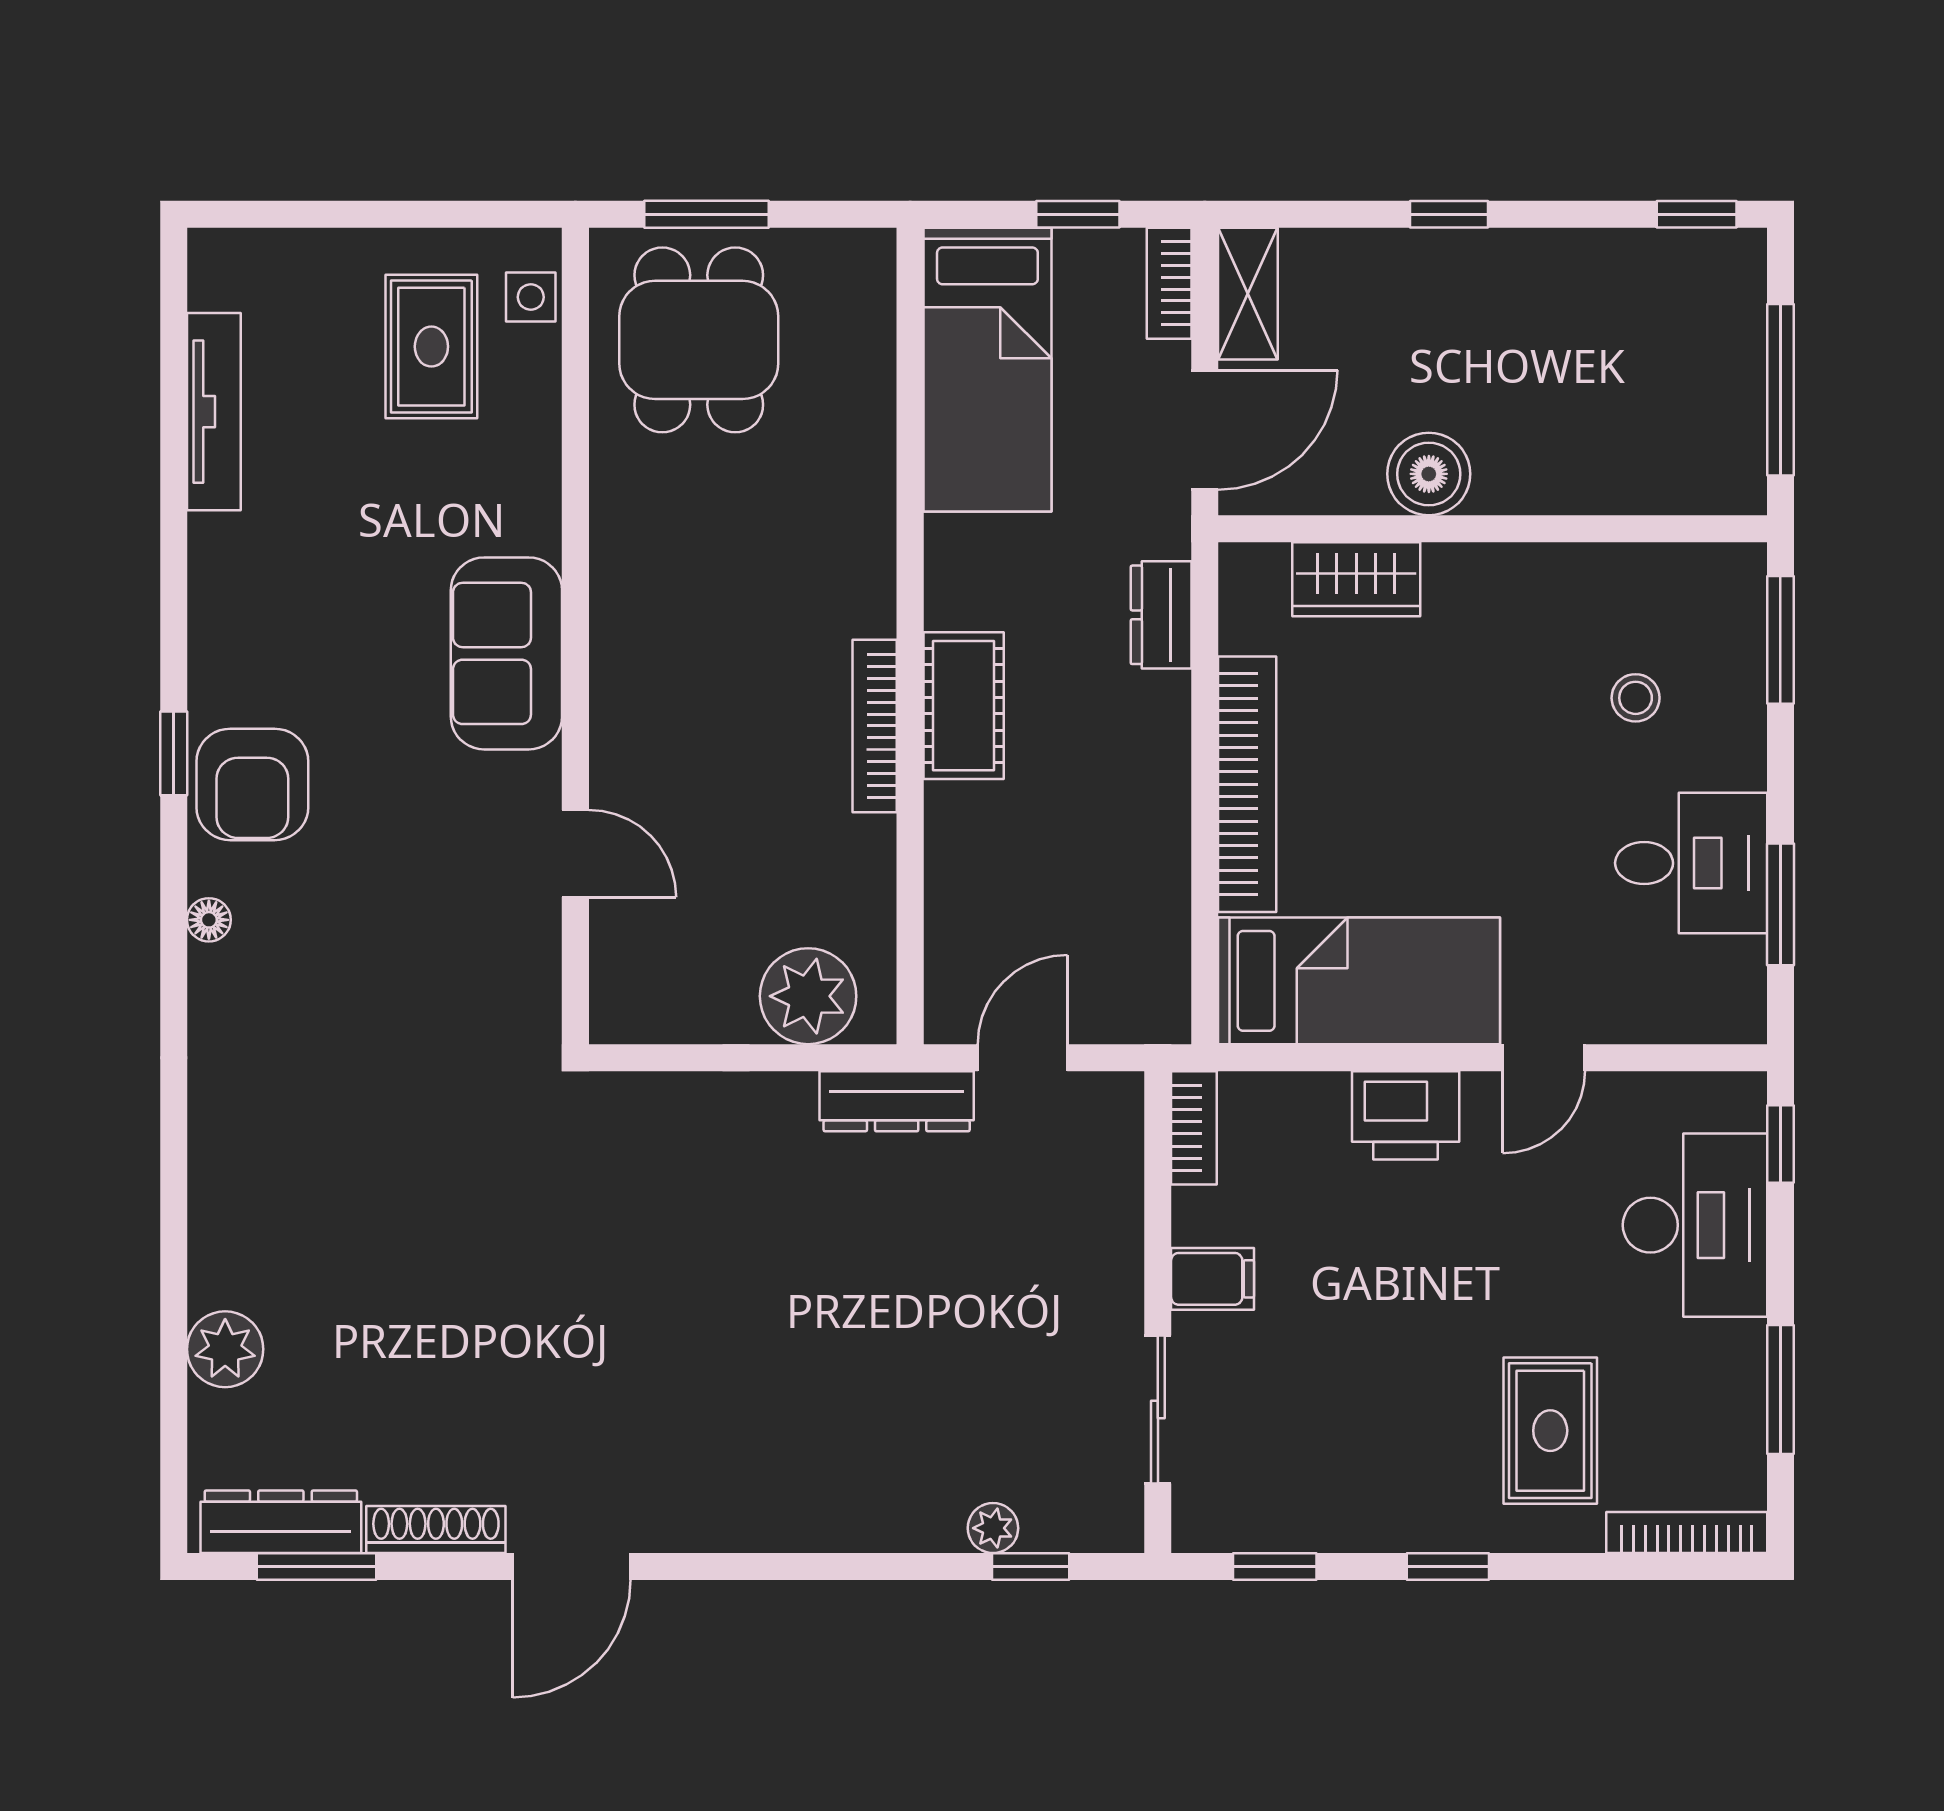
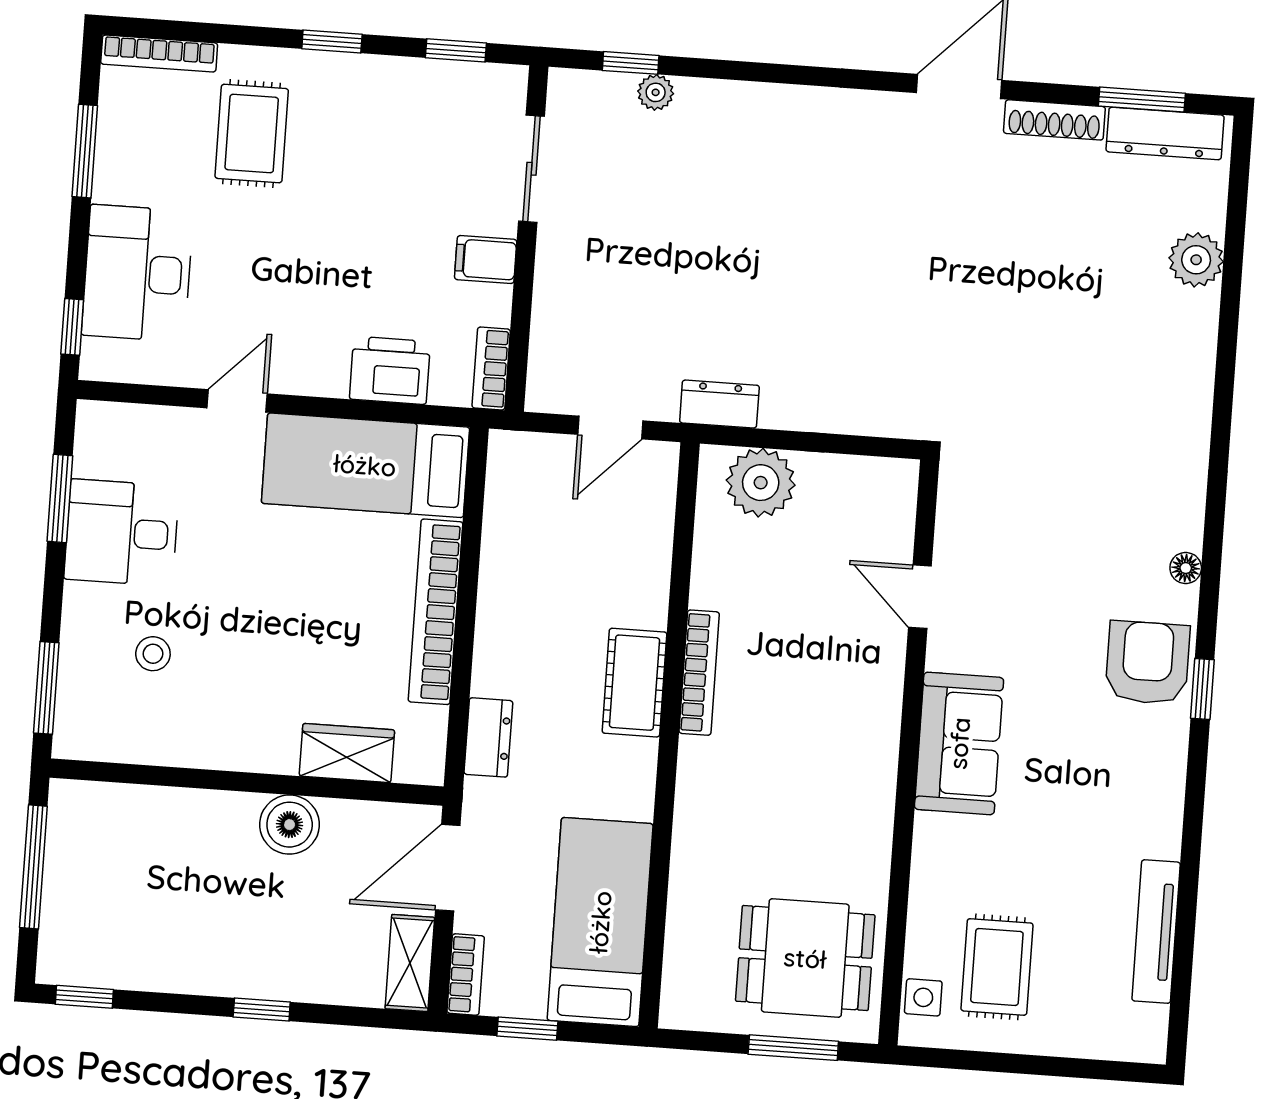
dining table: (699, 340) -> (805, 958), turned 90
dresser: (897, 1101) -> (719, 404), width x0.70
printer: (1406, 1115) -> (390, 370), moved

